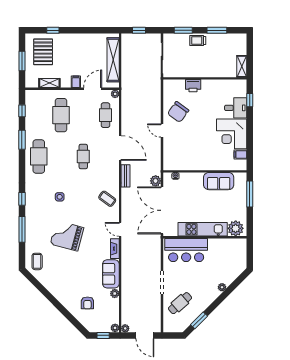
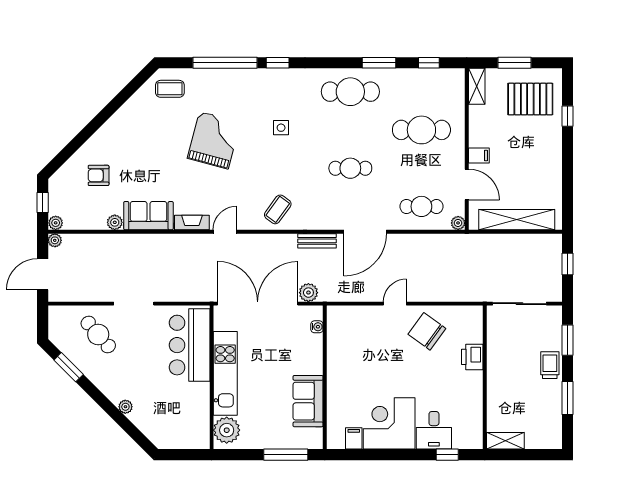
shelving: (49, 83) -> (477, 86), moved
window: (22, 229) -> (225, 63), width x1.46

